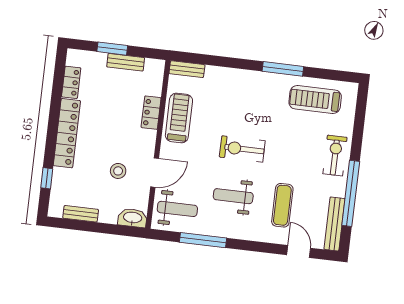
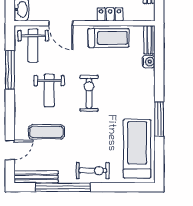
water cooler: (213, 73) -> (149, 62), added
treadmill: (315, 99) -> (137, 149), width x1.37, depth x1.38
weight bench: (233, 196) -> (49, 90), turned 180

